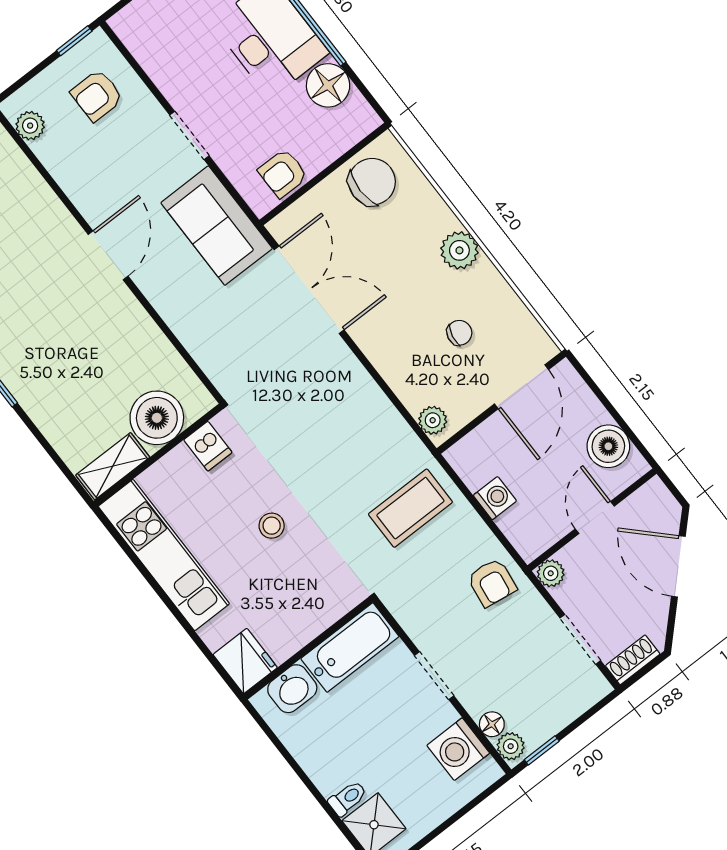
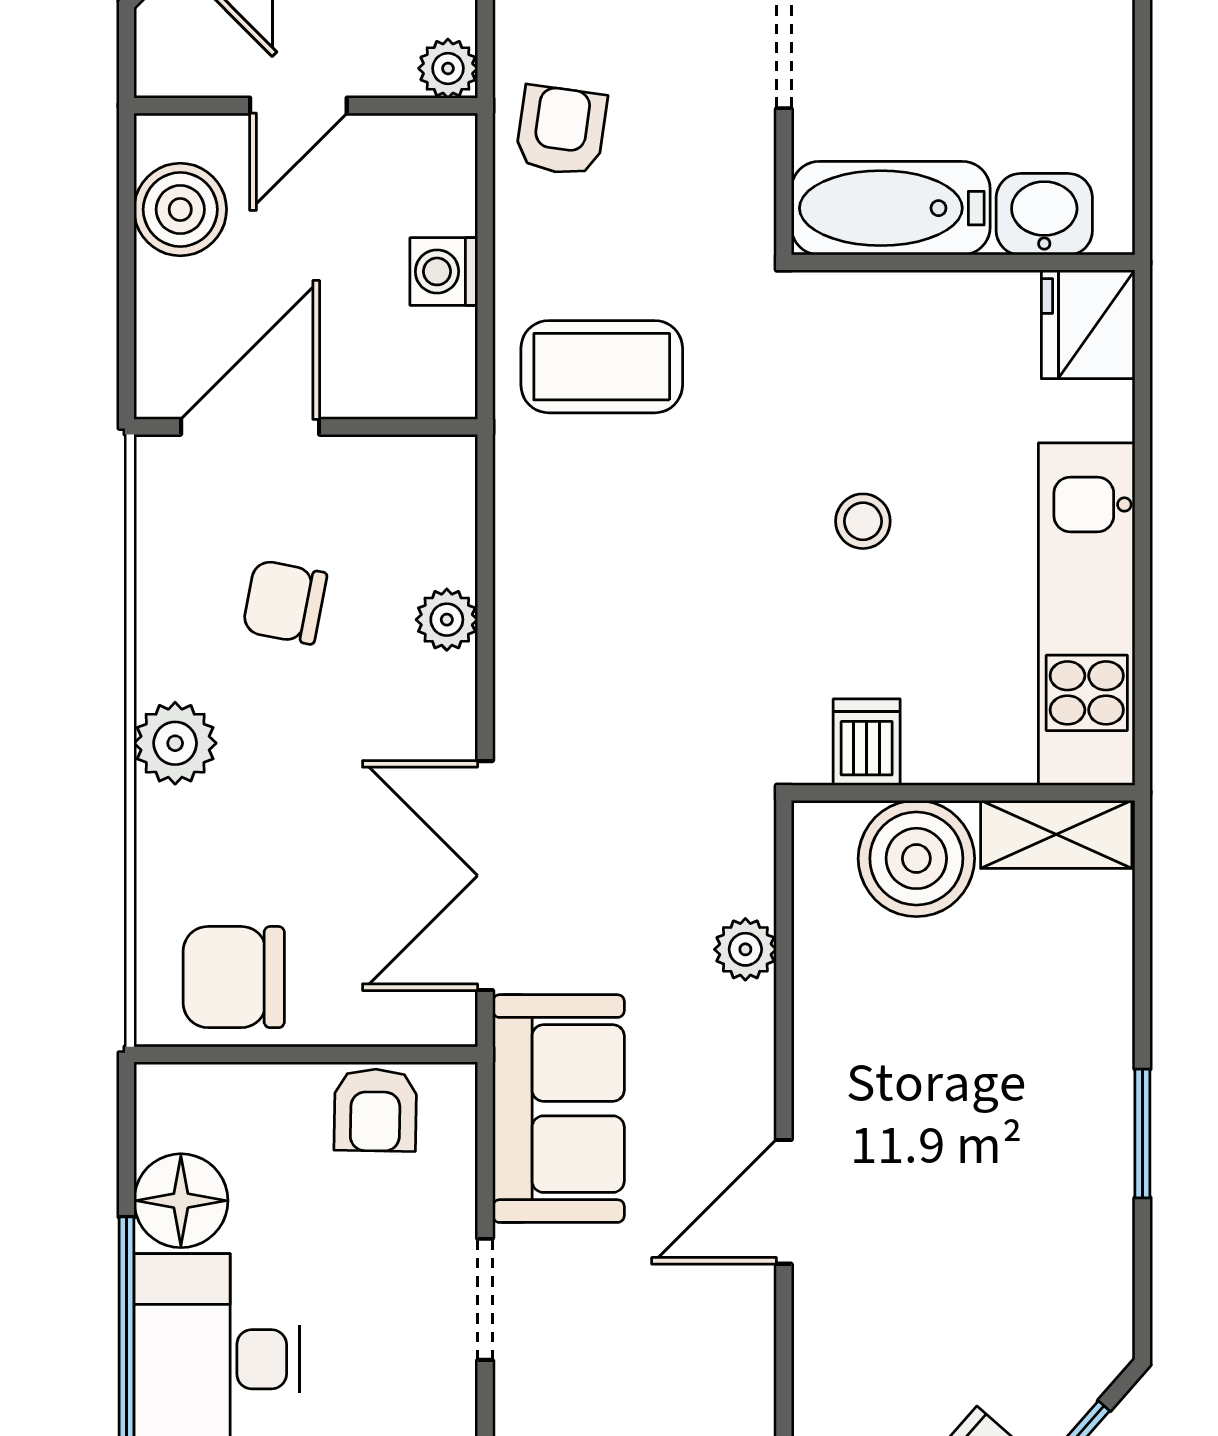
armchair: (283, 173) -> (375, 1110), turned 91
chair: (459, 333) -> (285, 602), width x1.37, depth x1.37
plant: (193, 336) -> (745, 949), added
plant: (433, 420) -> (447, 620), moved

